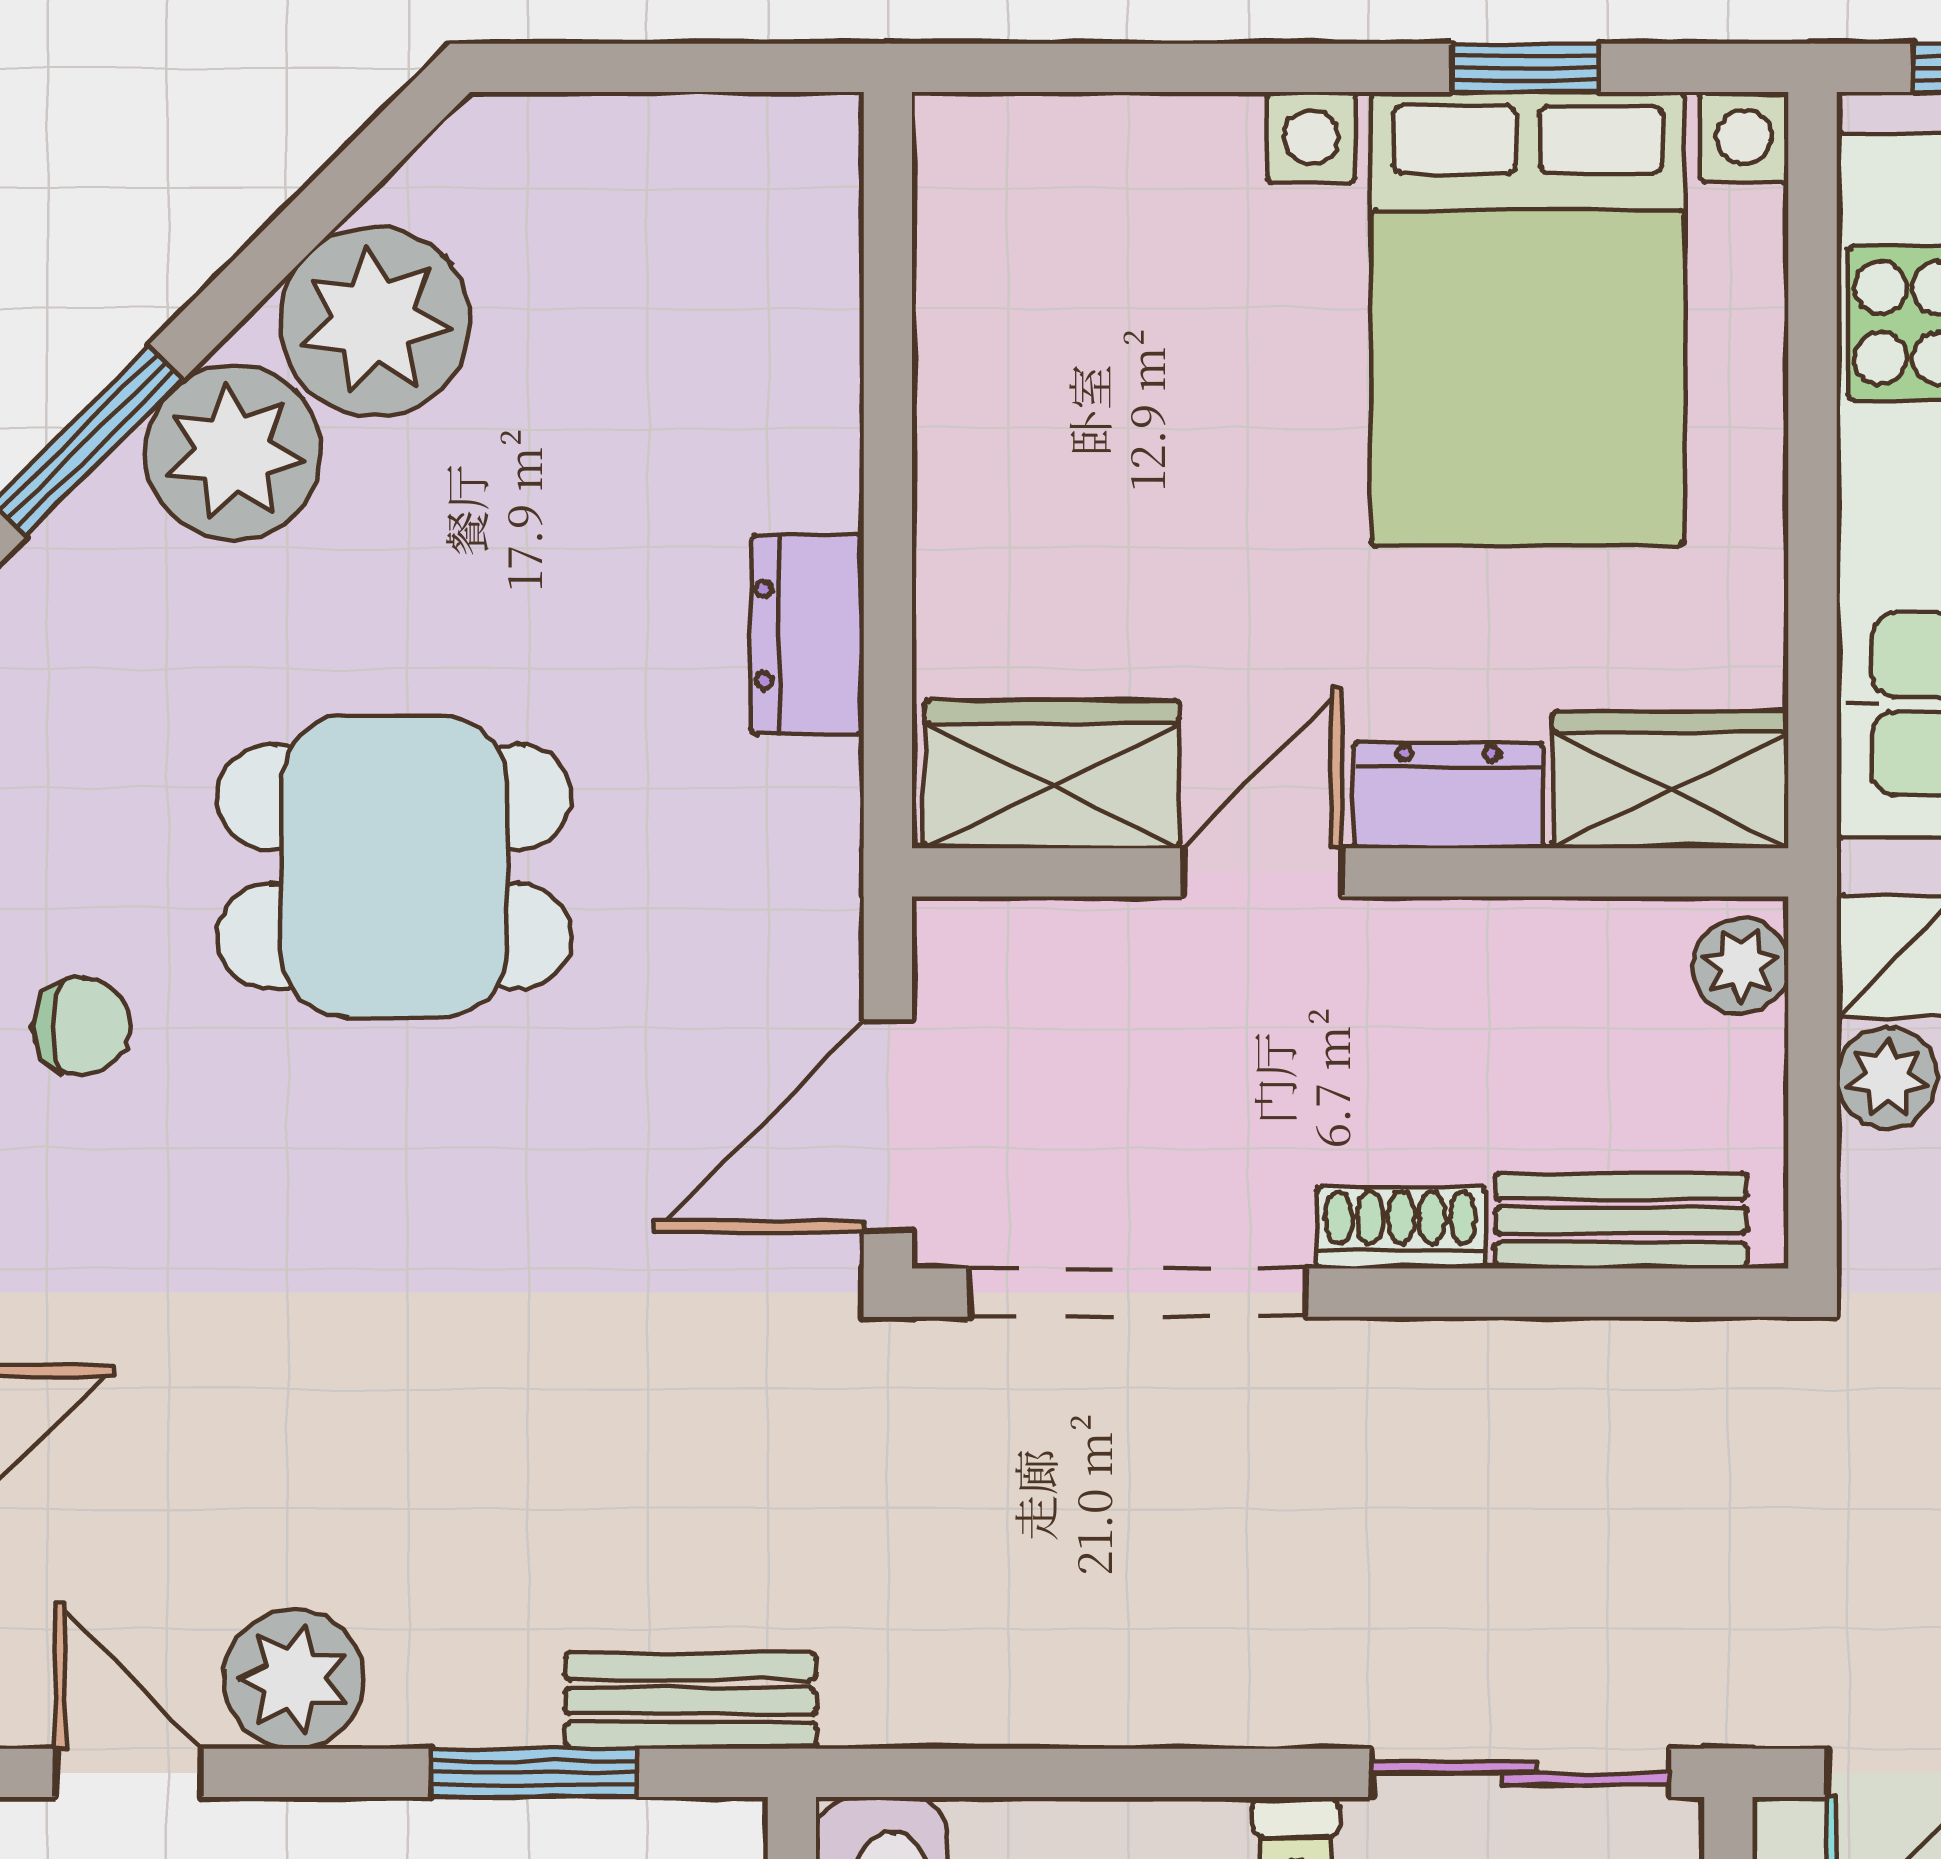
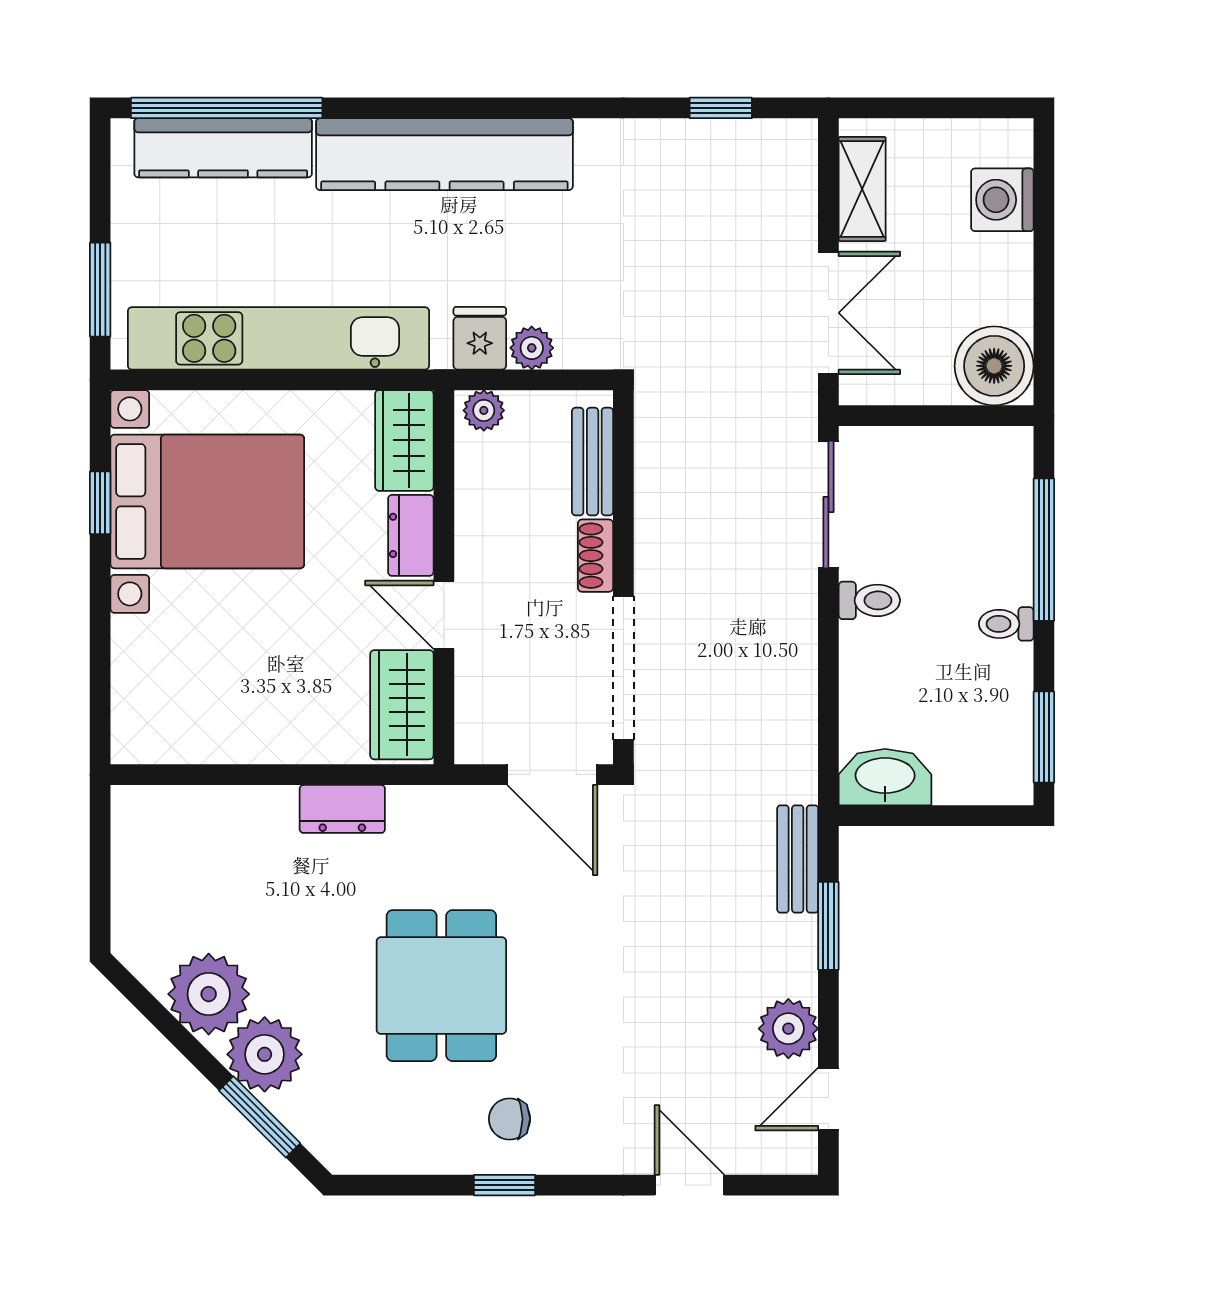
chair: (82, 1026) -> (510, 1119), turned -90

